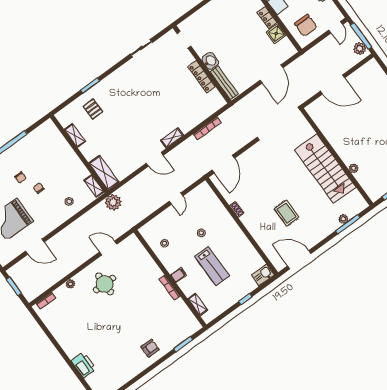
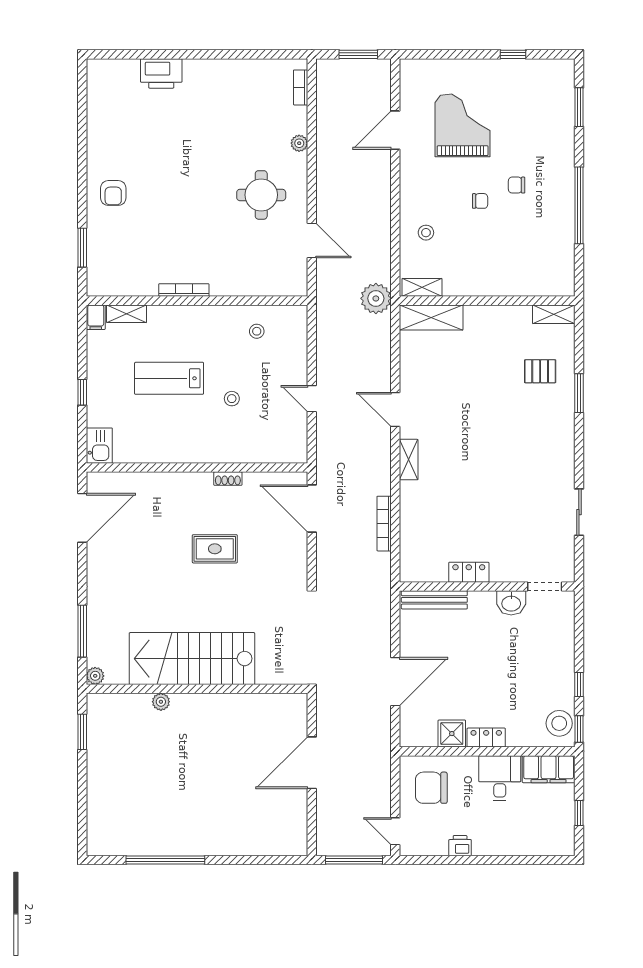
plant: (360, 49) -> (336, 844), removed
washbasin: (210, 61) -> (511, 603), moved
door: (272, 74) -> (395, 682), swing flipped
locker: (202, 77) -> (469, 572), width x0.66
shelving: (75, 135) -> (554, 314), moved
door: (155, 159) -> (395, 410), hinge flipped
rug: (287, 213) -> (215, 549), moved
plant: (343, 219) -> (95, 676), moved
door: (108, 248) -> (312, 240), hinge flipped
filing cabinet: (178, 275) -> (96, 317), moved

